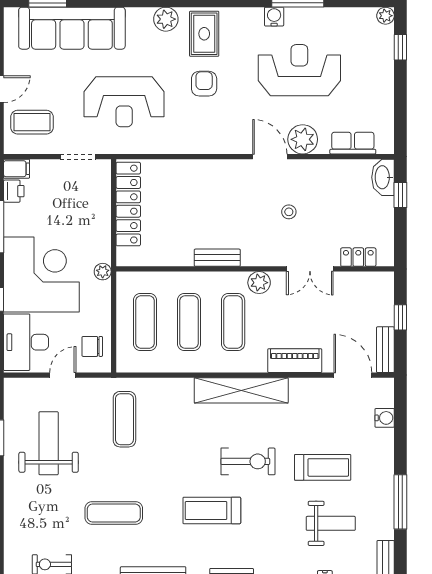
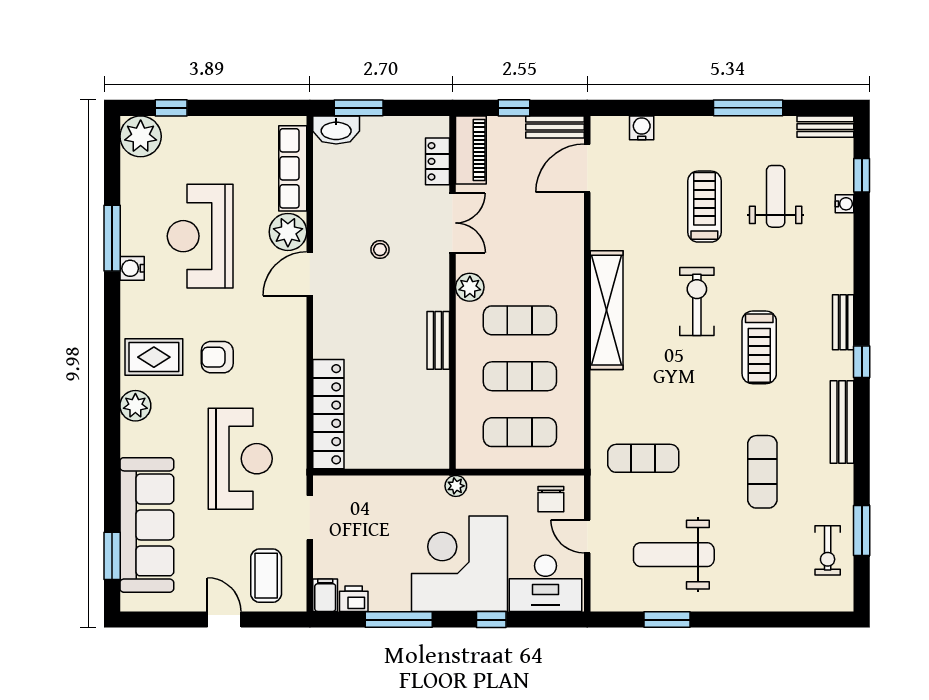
plant: (386, 16) -> (141, 136), width x1.87, depth x1.87
row of seats: (353, 143) -> (293, 168), width x1.48
window: (400, 195) -> (359, 108), width x1.50
locker: (128, 204) -> (328, 414), moved, turned 90
piano: (295, 361) -> (471, 150), moved, turned 180

